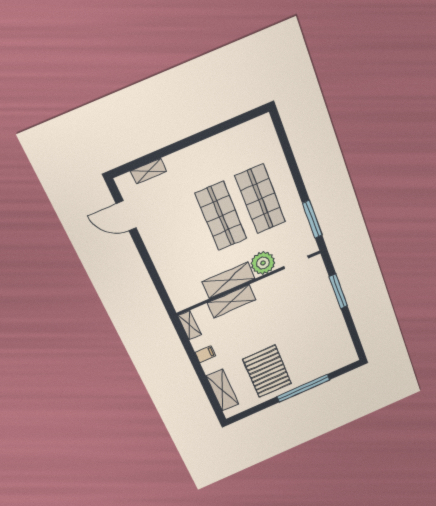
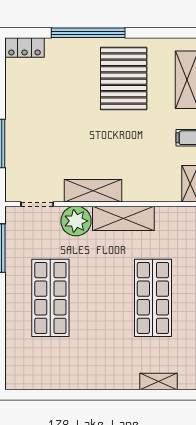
shop shelf: (221, 216) -> (153, 298), moved
shelving: (231, 301) -> (93, 191), moved
locker: (344, 360) -> (24, 48), added

